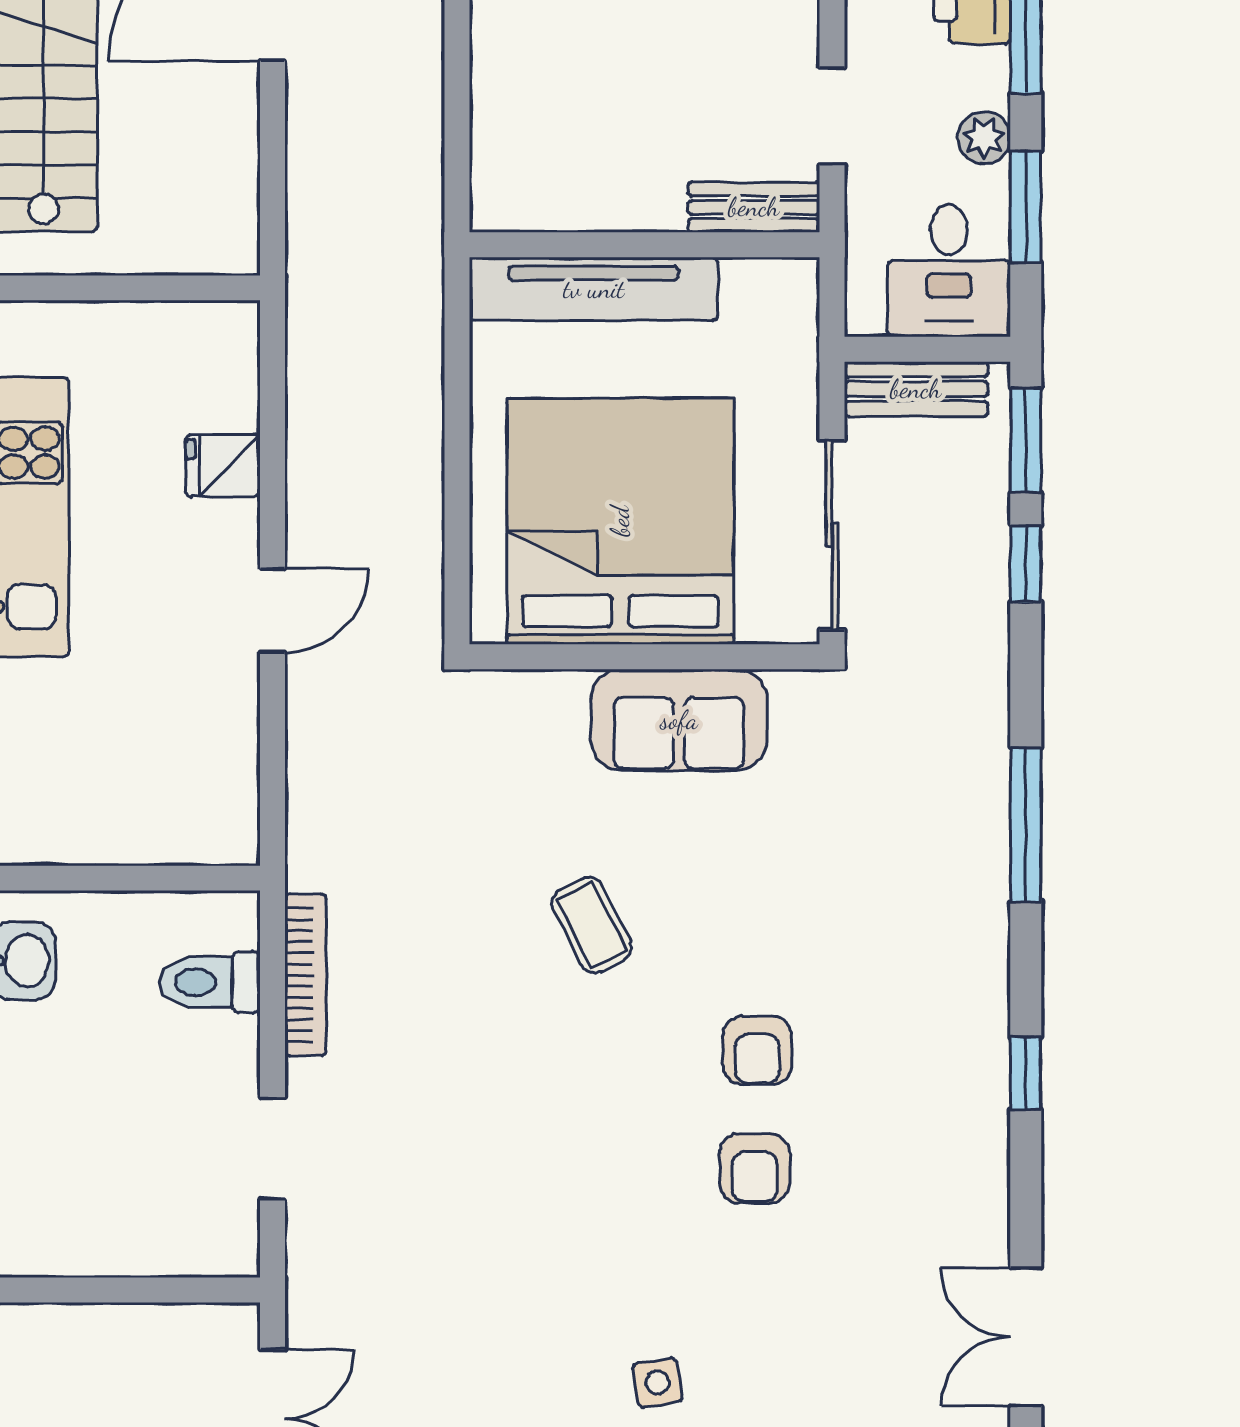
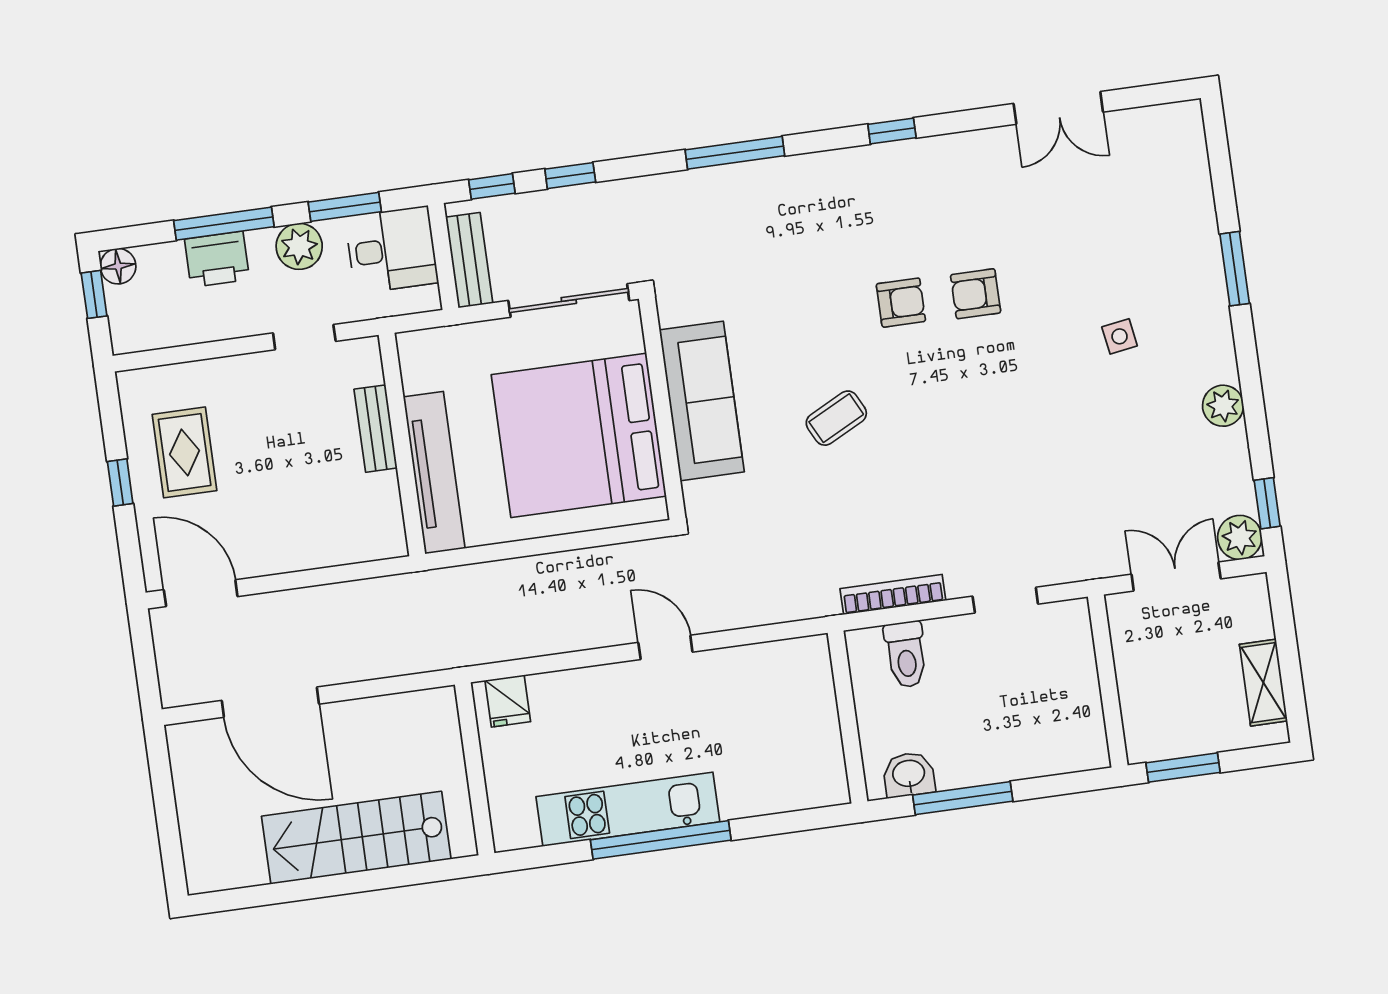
plant: (984, 138) -> (299, 246), width x1.38, depth x1.38
bench: (754, 207) -> (376, 429), moved
window: (1026, 440) -> (492, 186), width x0.67
fridge: (223, 465) -> (508, 701), moved
sofa: (679, 720) -> (702, 401), width x1.36
armchair: (755, 1168) -> (976, 294), turned 180

